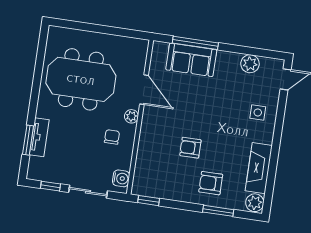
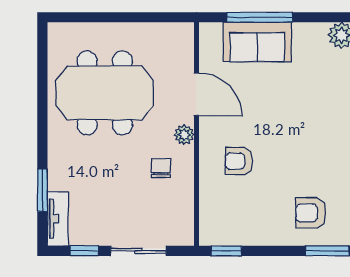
tv unit: (39, 137) -> (58, 219), moved
armchair: (190, 148) -> (239, 161), moved
water cooler: (121, 178) -> (182, 225), removed

